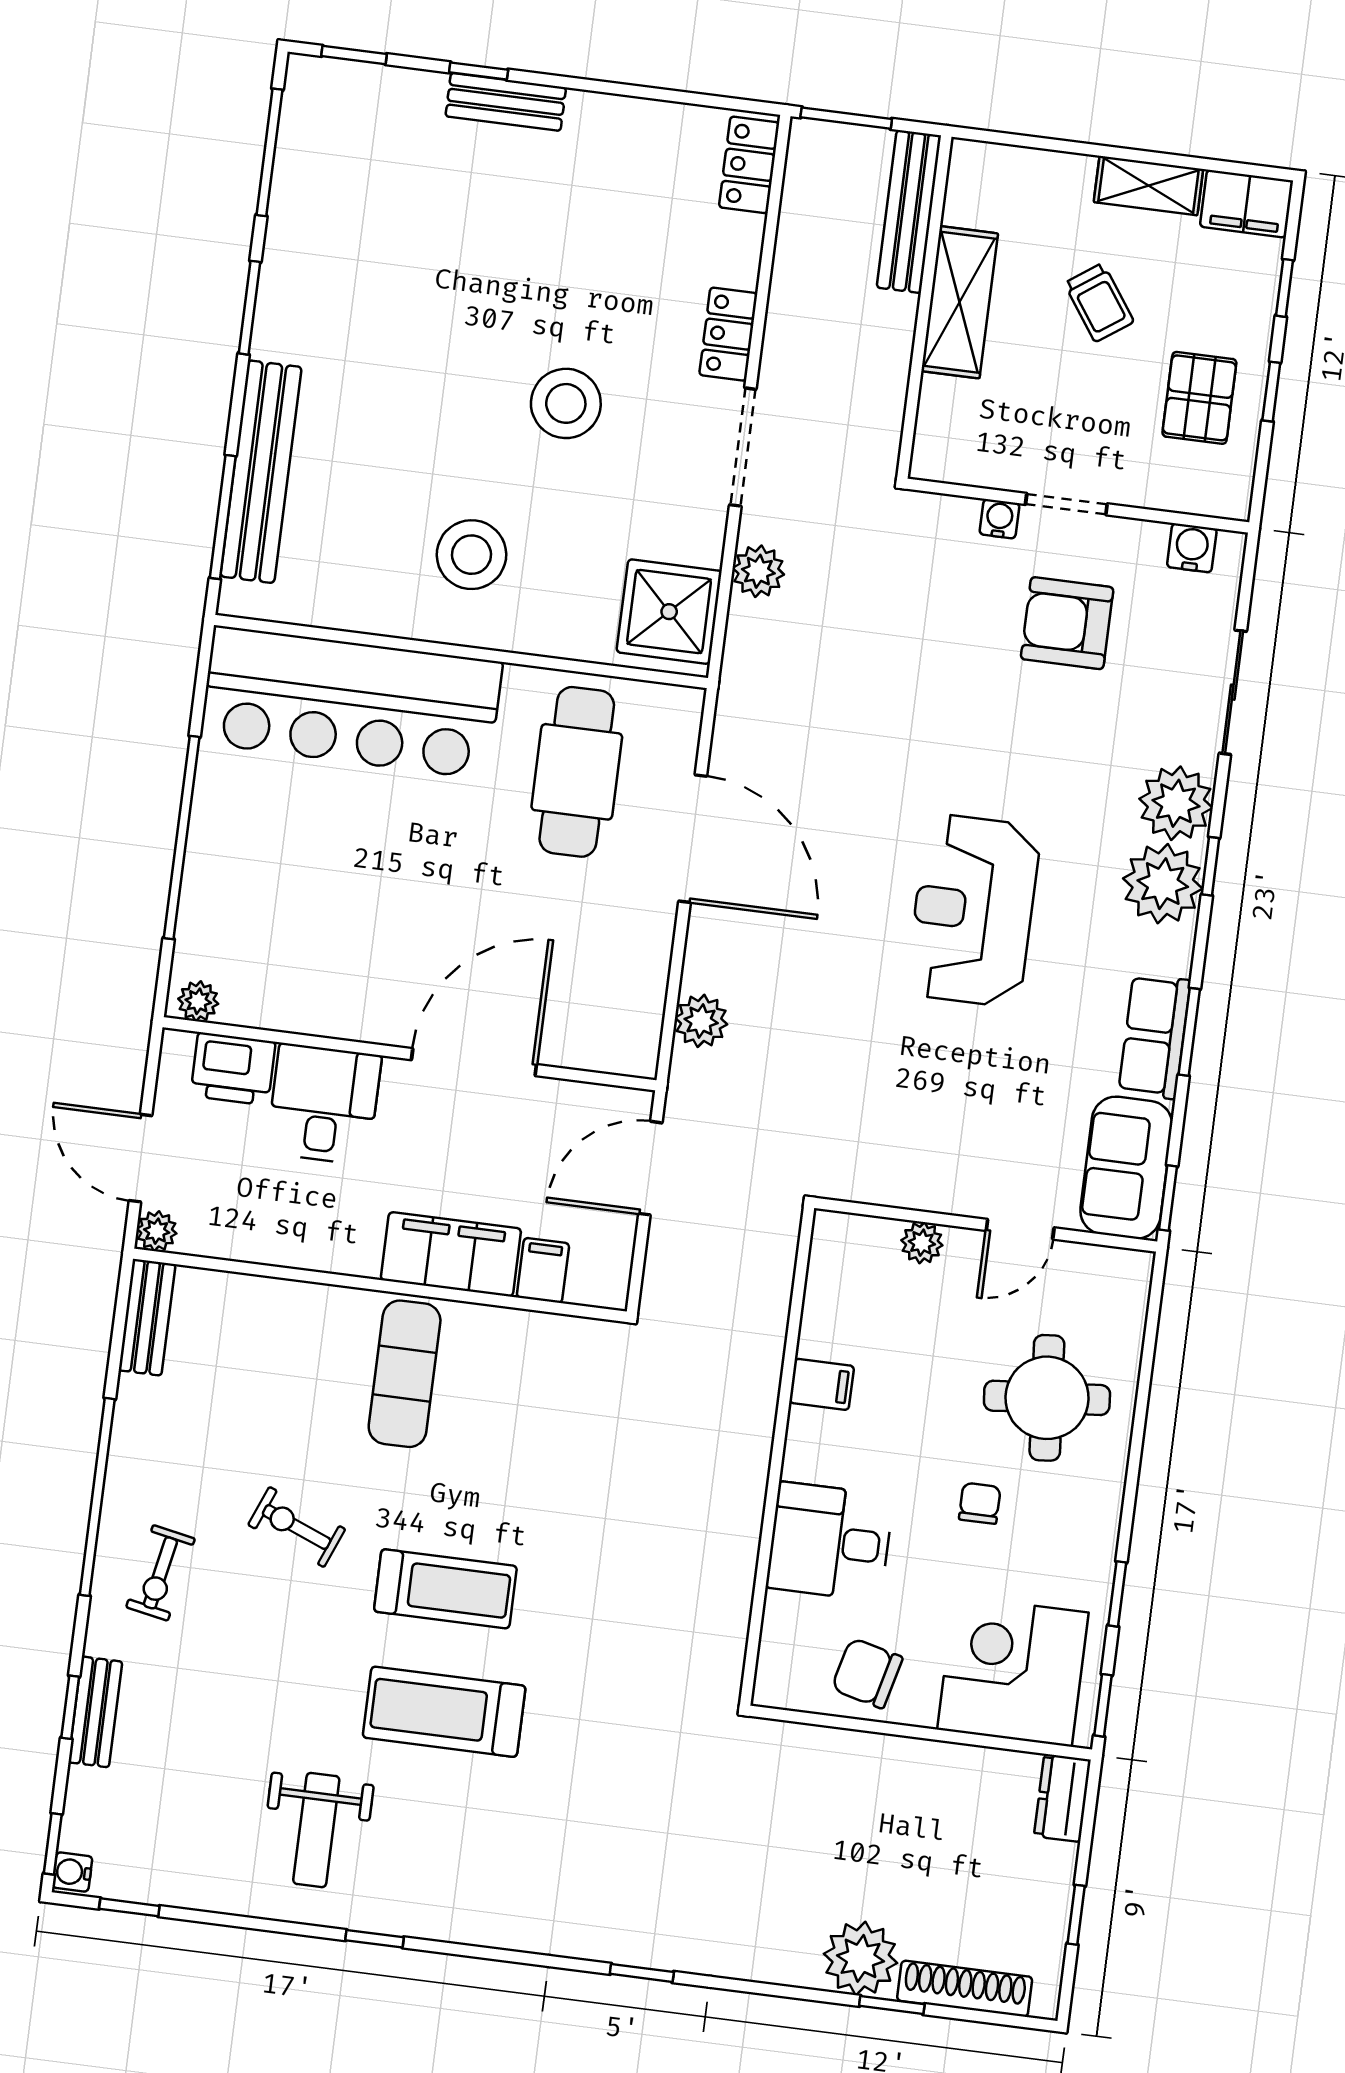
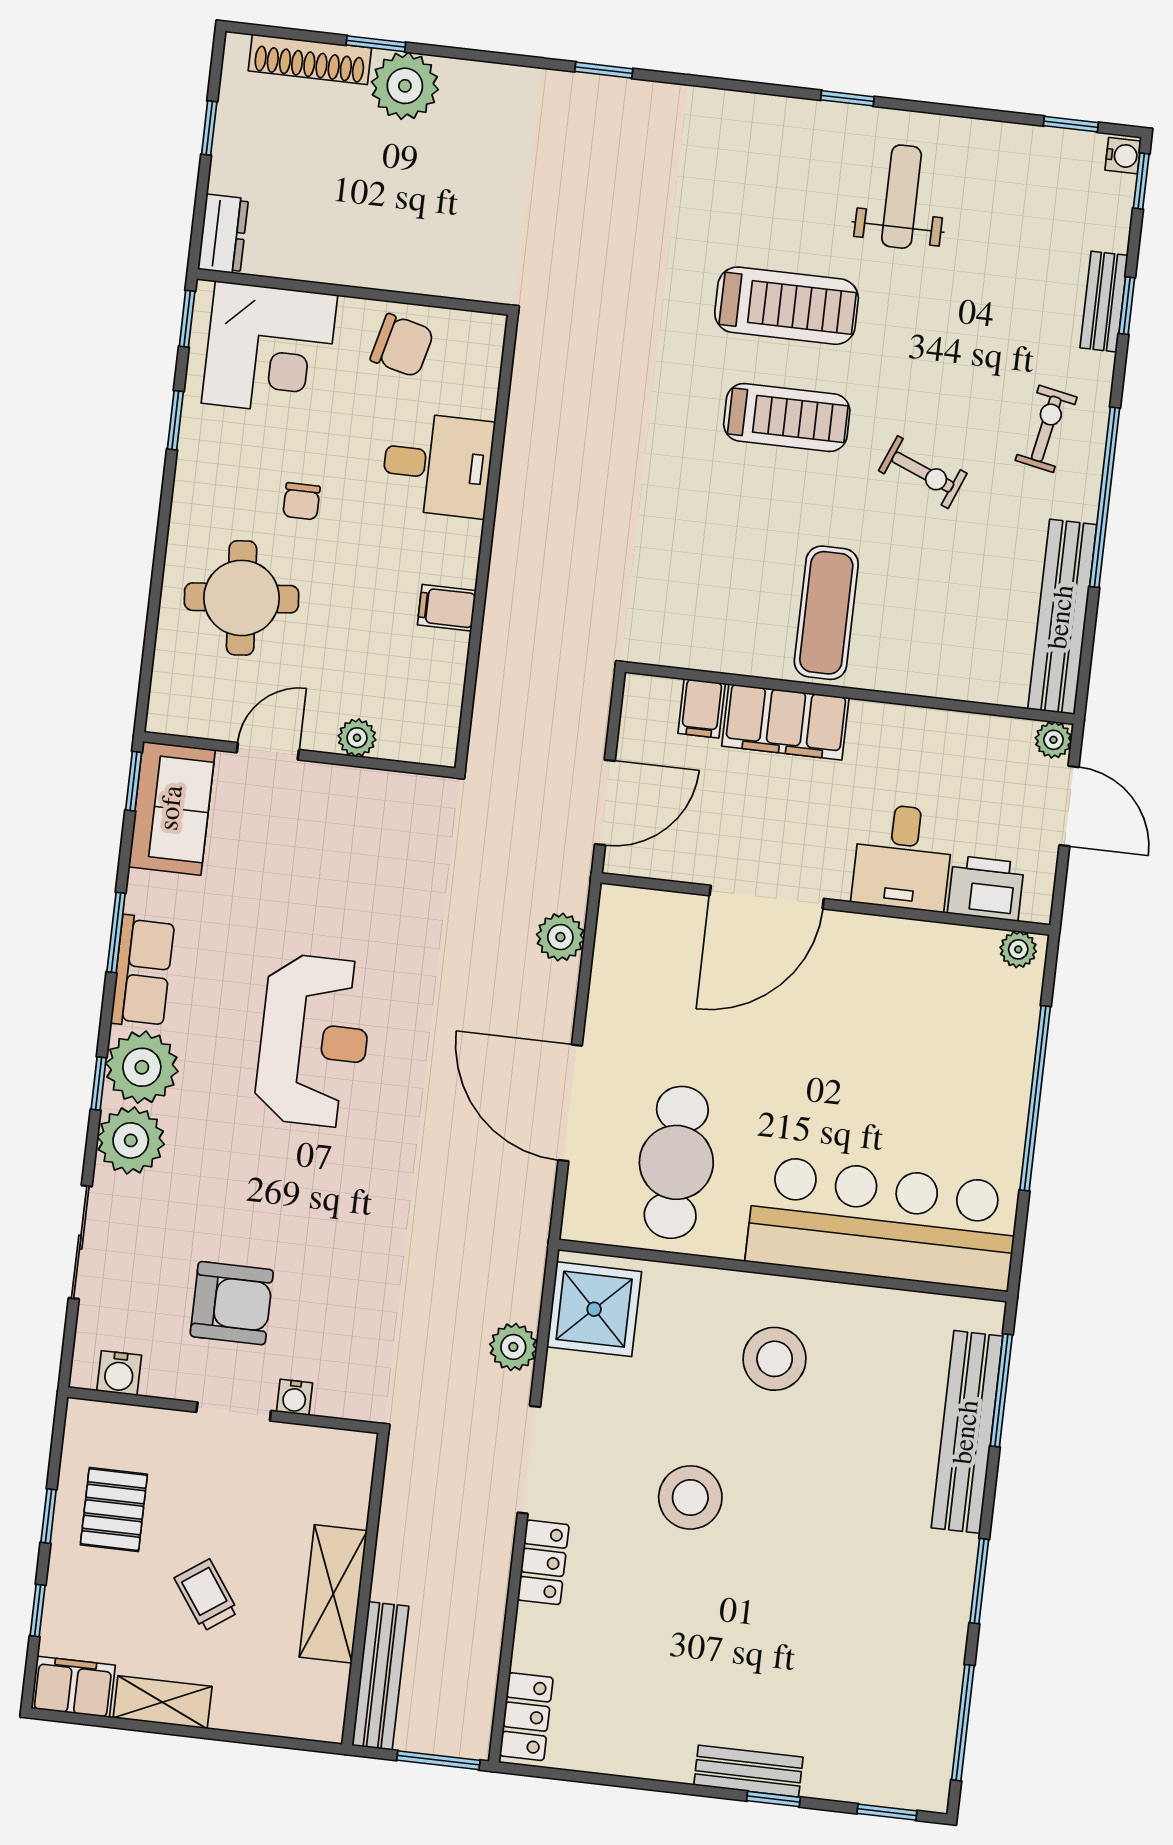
row of seats: (1155, 1036) -> (143, 972), moved
bench: (147, 1317) -> (1062, 617), width x1.86, depth x1.21
treadmill: (445, 1589) -> (787, 417), turned 180

